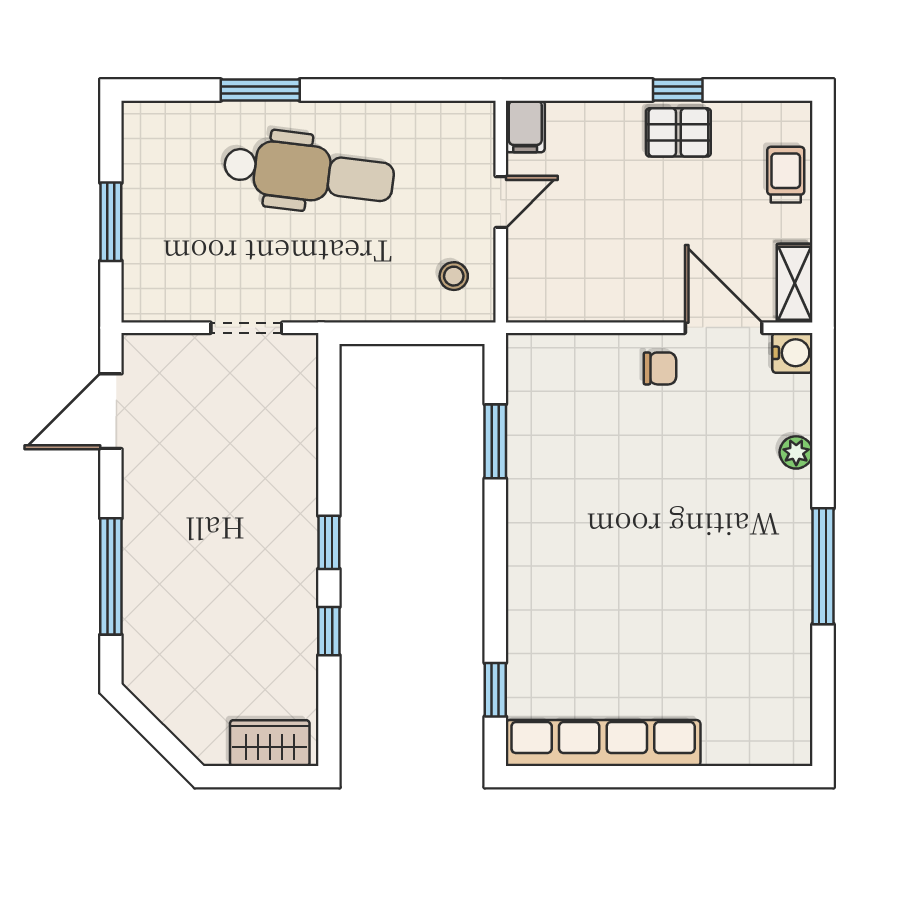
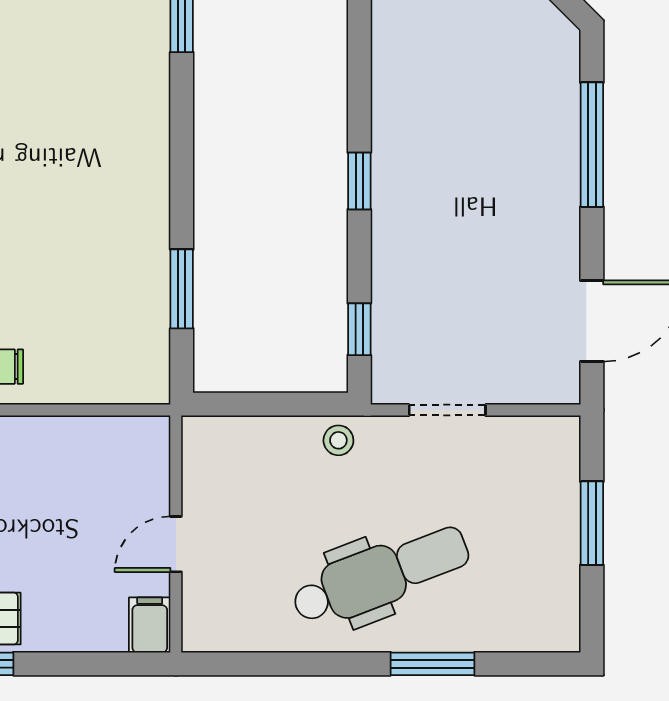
dental chair: (309, 173) -> (381, 575), turned 152
stool: (454, 276) -> (338, 440), moved
window: (329, 631) -> (359, 329), moved

